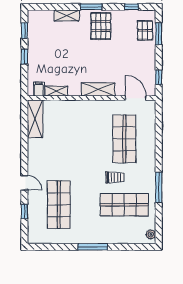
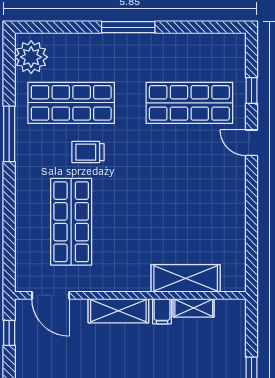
filing cabinet: (39, 89) -> (162, 311), moved
shelving: (35, 119) -> (186, 278), moved, turned 90
shop shelf: (59, 205) -> (189, 103), turned 90
plant: (151, 234) -> (31, 57), width x1.87, depth x1.87

